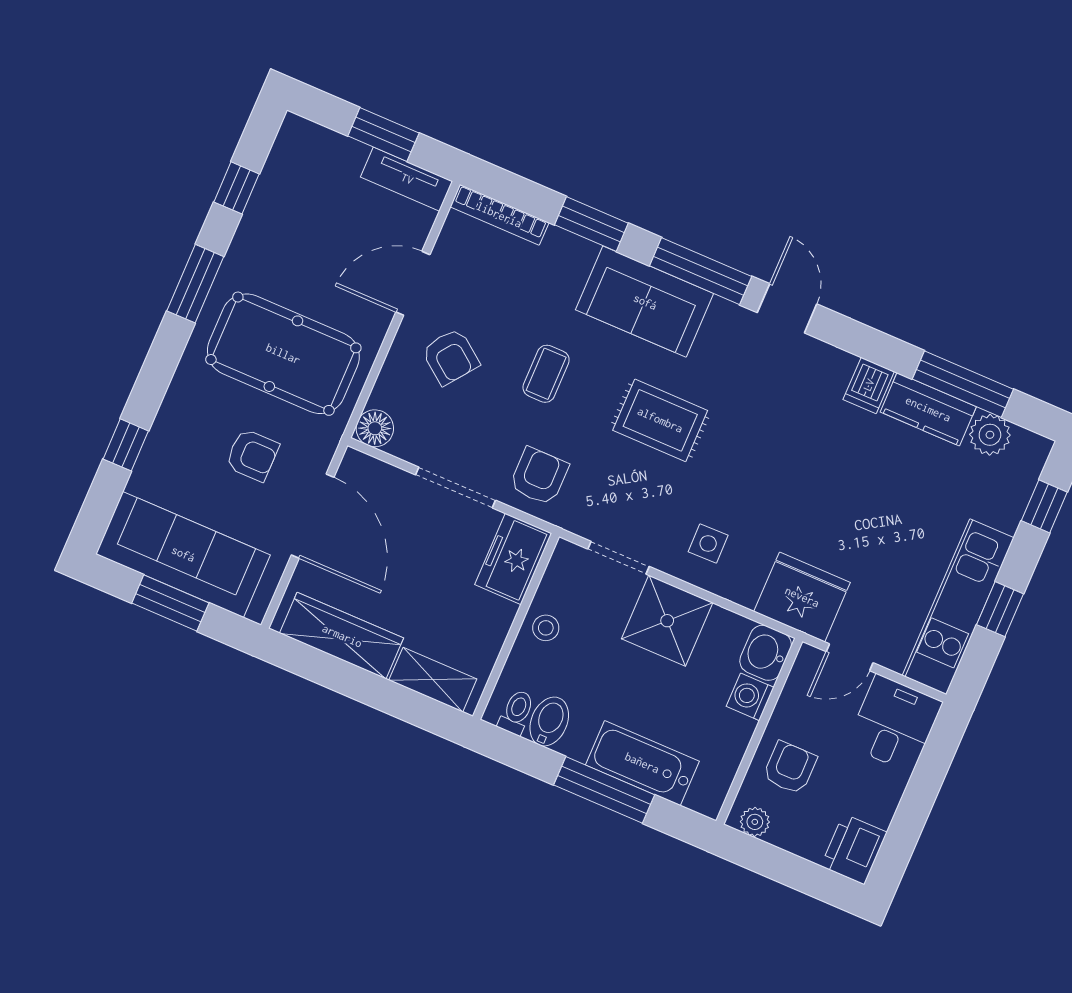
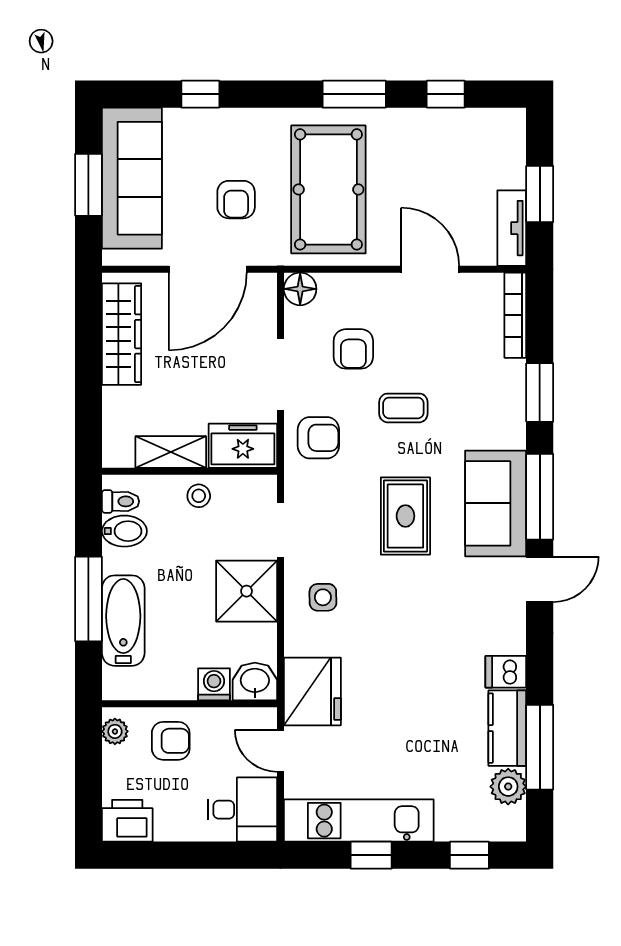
sofa: (645, 302) -> (496, 503), moved
armchair: (450, 357) -> (353, 349), moved, turned -37
shelving: (433, 680) -> (171, 452), moved, turned 90

